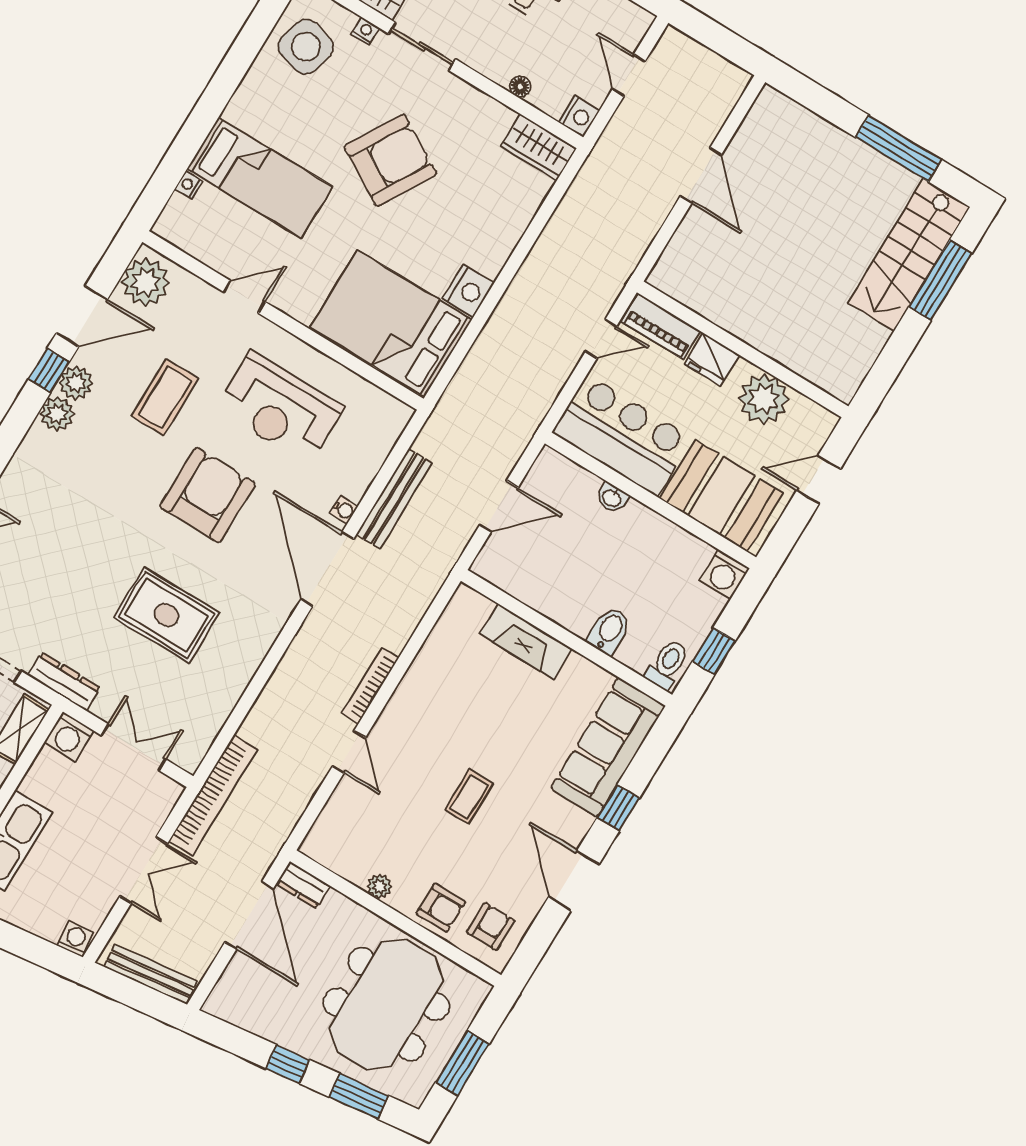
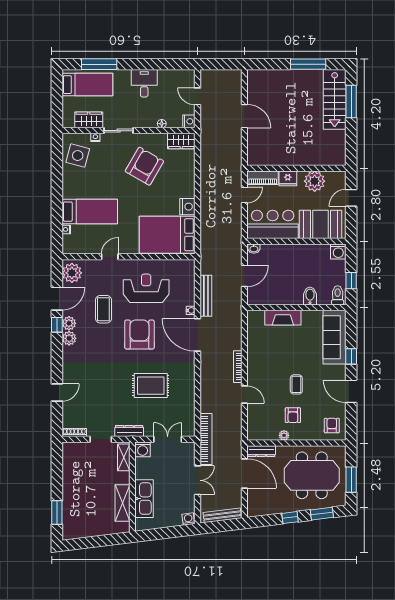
armchair: (390, 160) -> (144, 166), moved
reception desk: (280, 408) -> (146, 288), turned 180
washbasin: (612, 498) -> (254, 249), moved
dresser: (303, 885) -> (261, 451), width x1.44
armchair: (441, 908) -> (293, 415), moved, turned 90
meeting table: (386, 1004) -> (312, 475), turned 90

